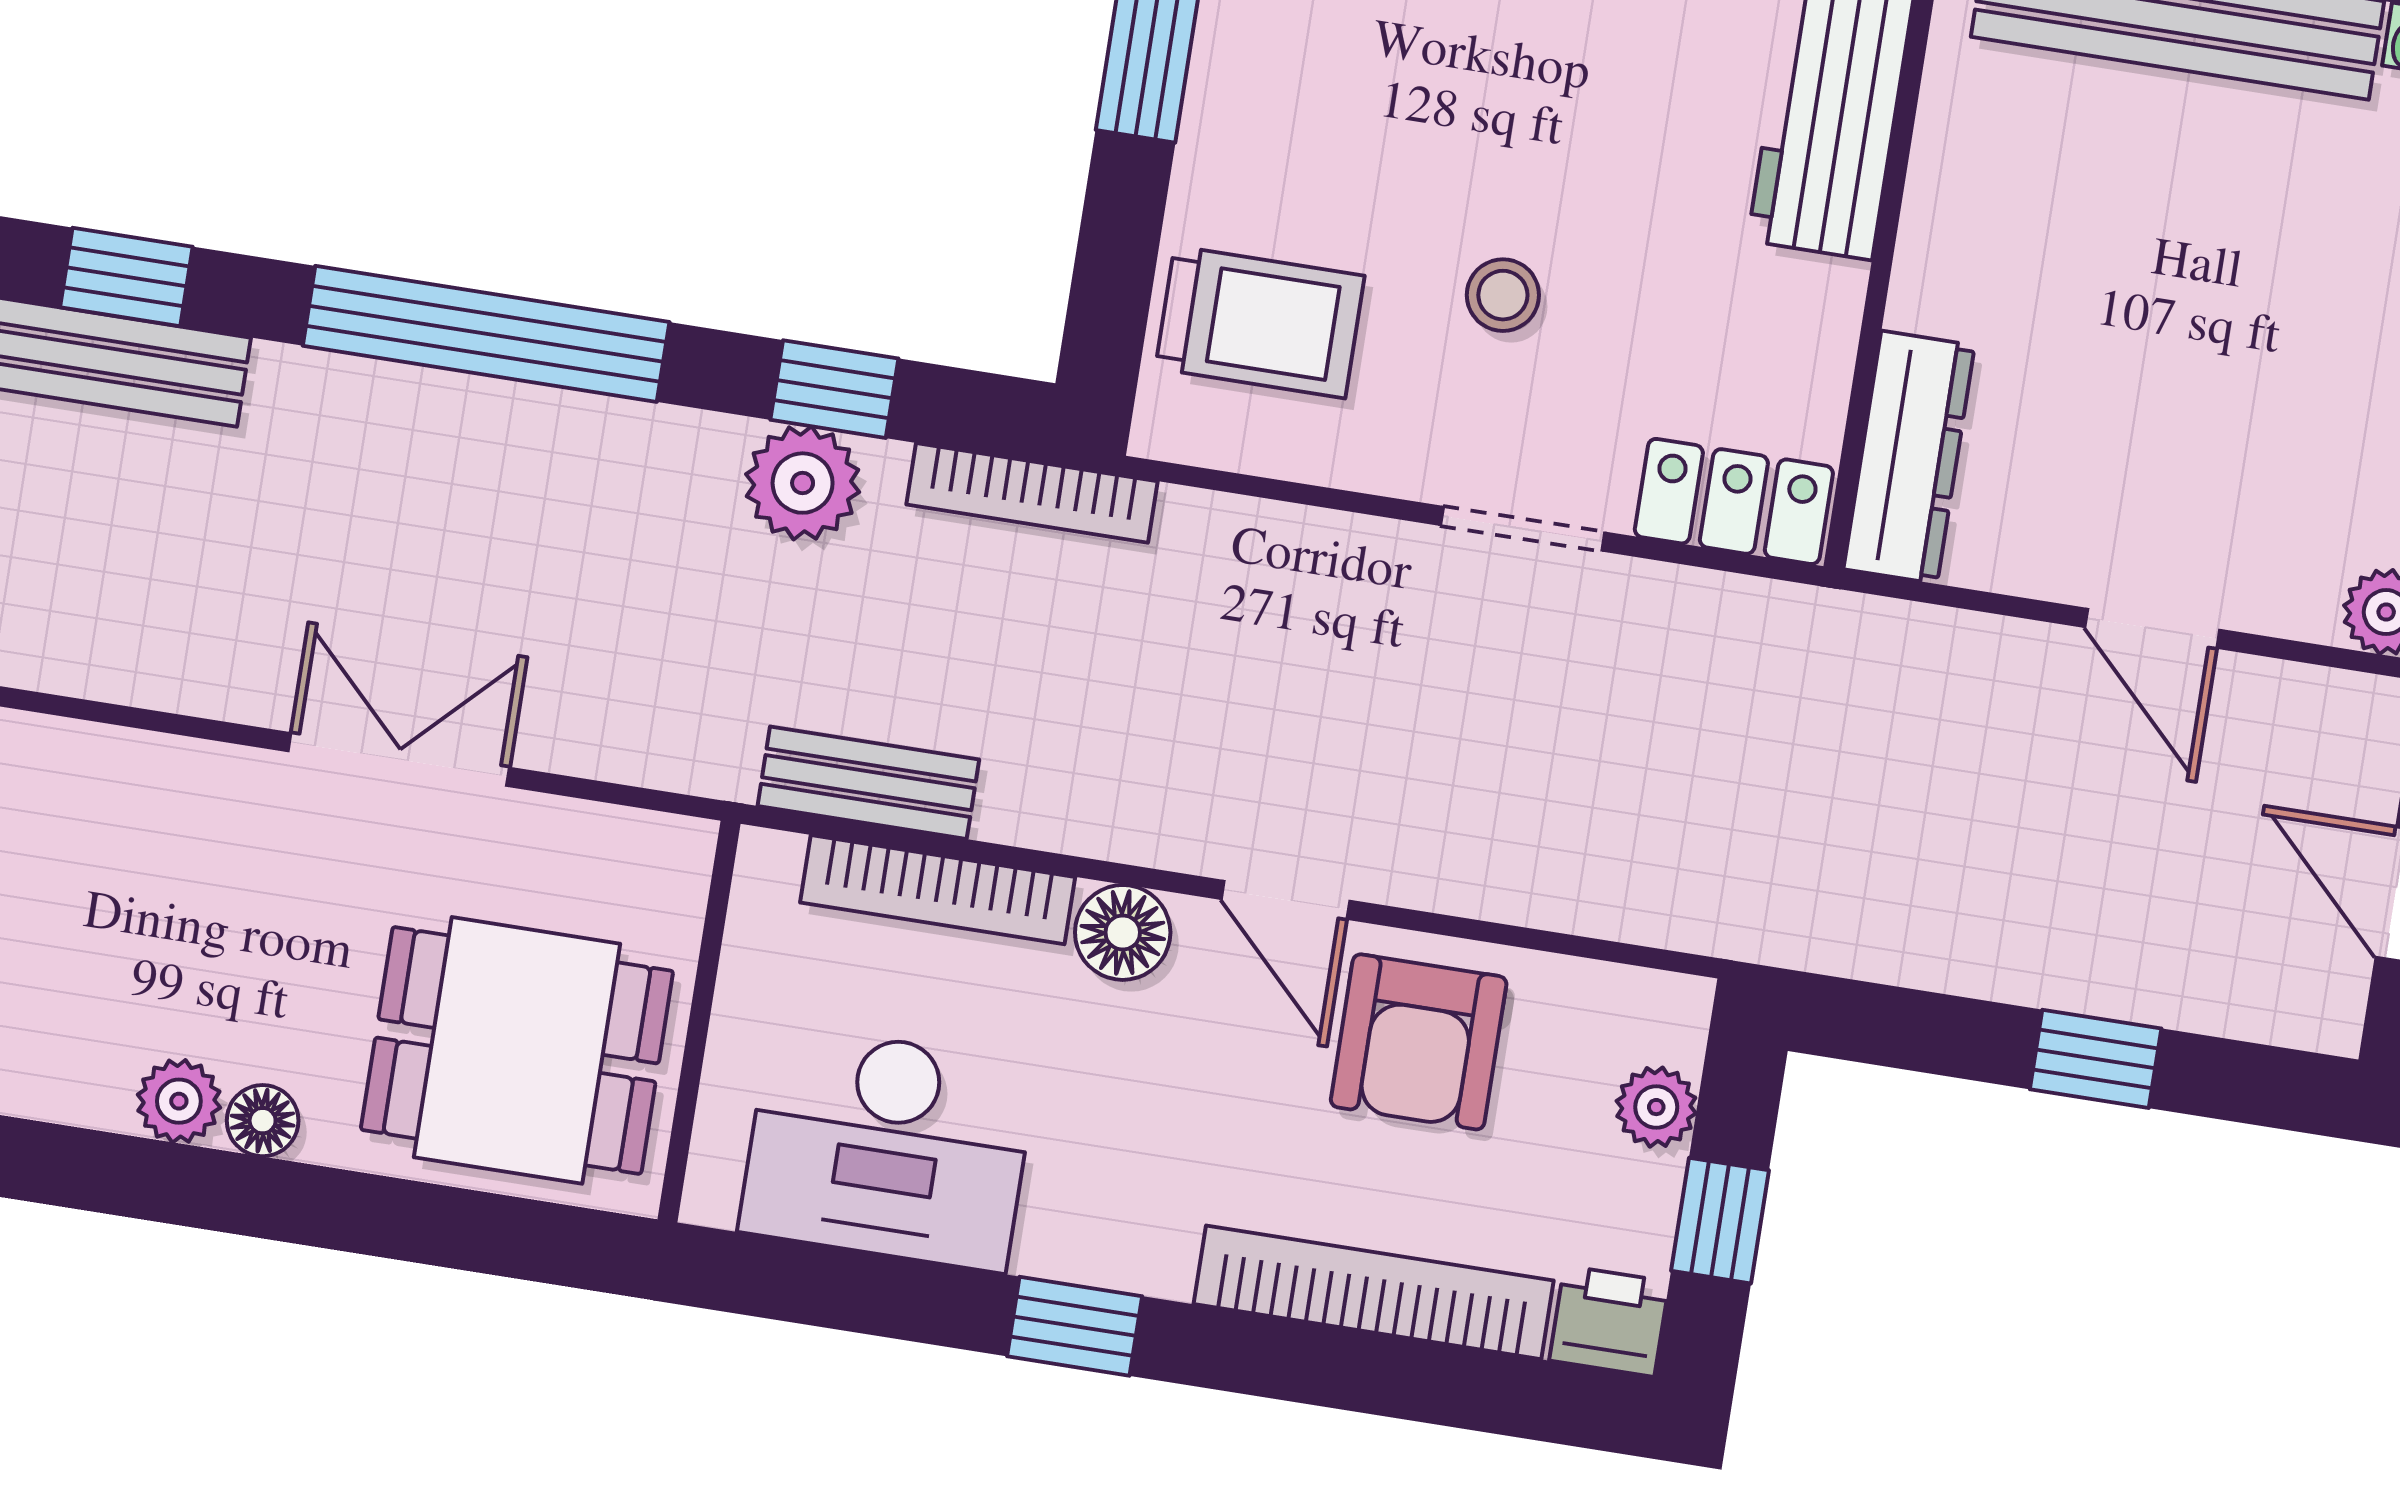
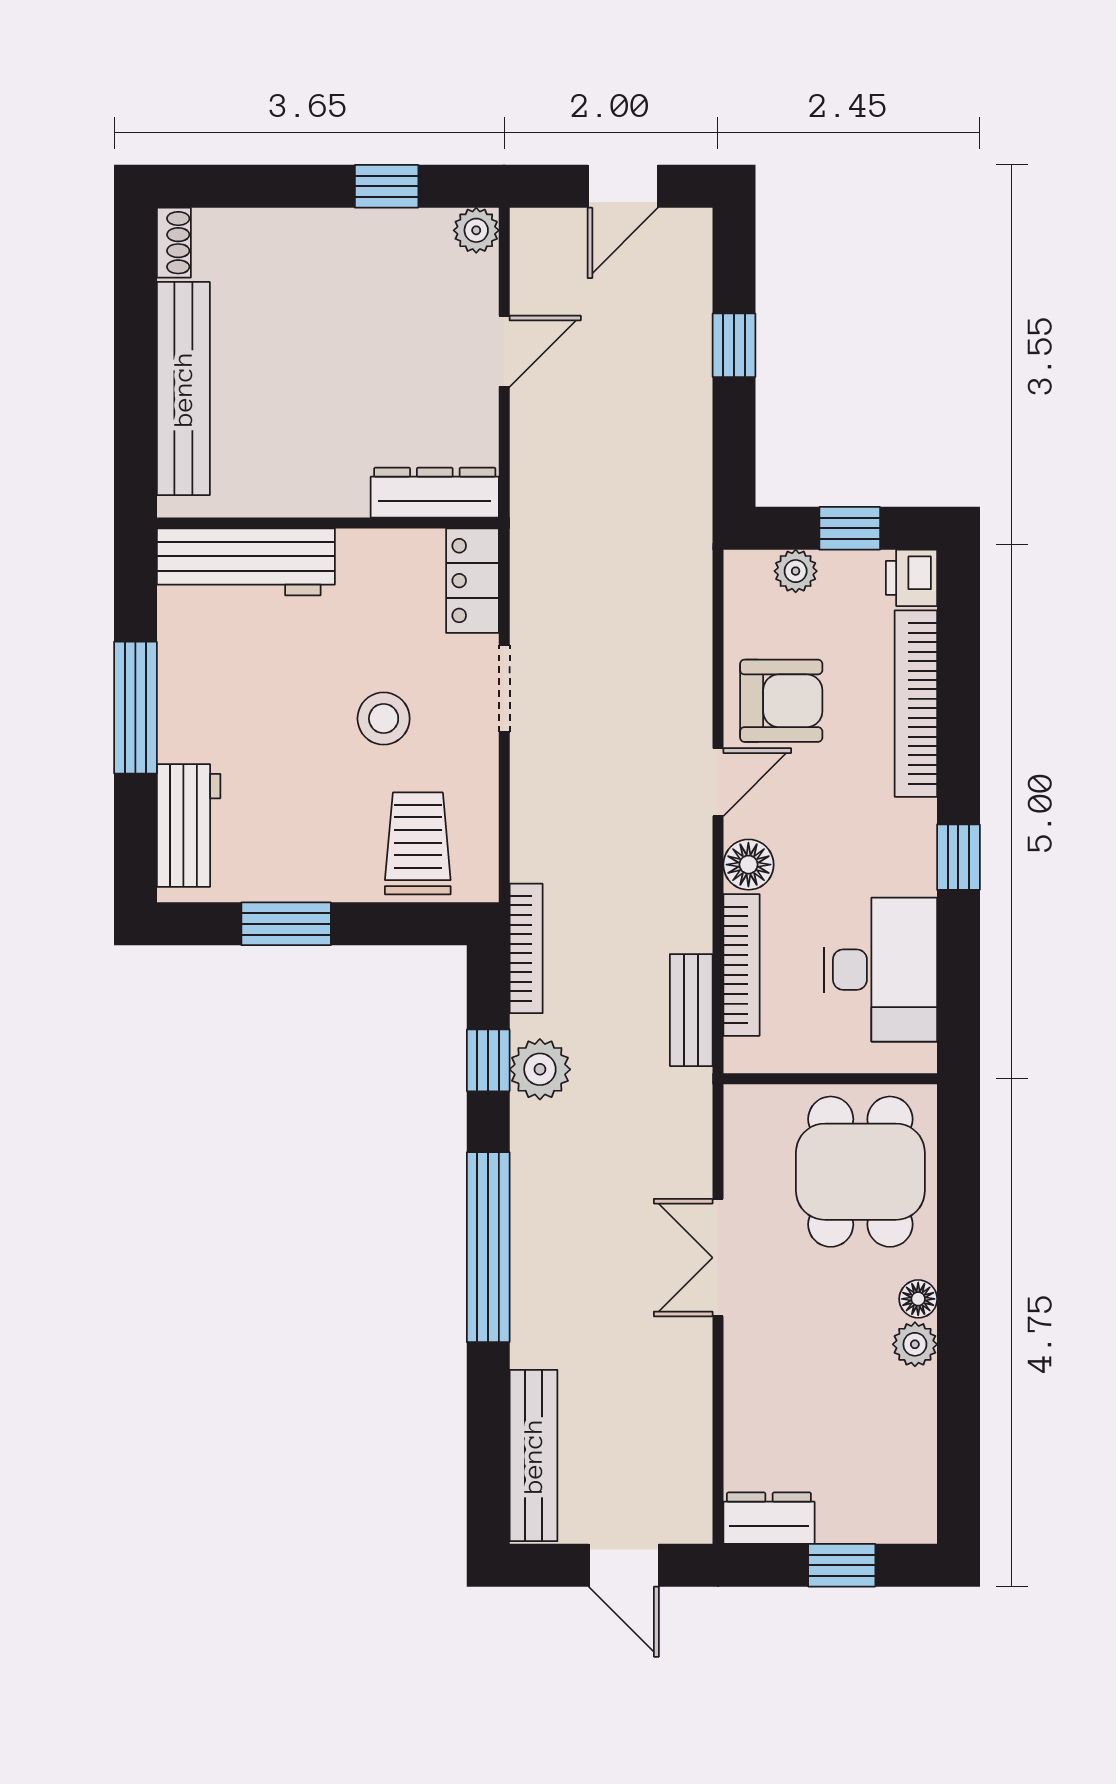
window: (126, 277) -> (488, 1440), removed
stool: (1503, 295) -> (384, 719), width x1.37, depth x1.37

